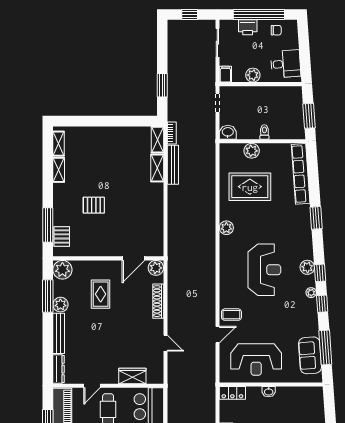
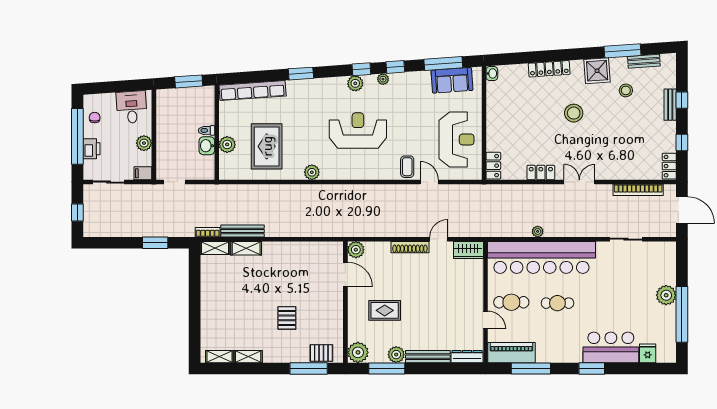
washbasin: (228, 132) -> (207, 146), moved
shoe rack: (158, 301) -> (410, 247), moved
wardrobe: (132, 376) -> (468, 250), moved, turned -90
washbasin: (269, 392) -> (492, 73), moved

